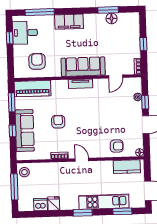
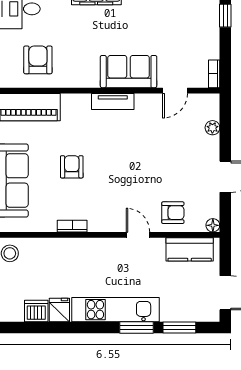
window: (143, 44) -> (225, 16), moved
sofa: (83, 67) -> (129, 72), width x0.73
window: (145, 102) -> (225, 137), removed
door: (82, 160) -> (138, 235), moved
kitchen unit: (104, 202) -> (116, 310), moved
window: (83, 213) -> (137, 328), moved

